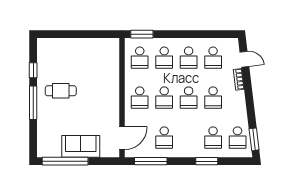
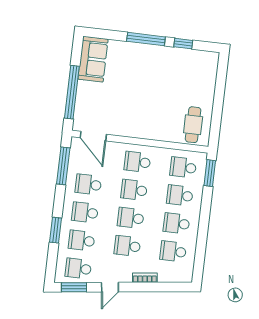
door: (244, 59) -> (110, 287), moved
cafe table: (61, 91) -> (193, 125), moved
school desk: (189, 138) -> (85, 212), added
sofa: (81, 146) -> (93, 59), moved
window: (65, 161) -> (72, 92), moved

